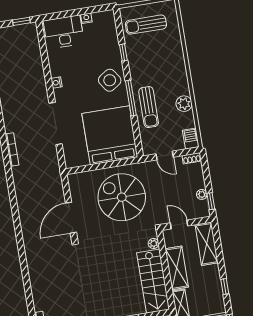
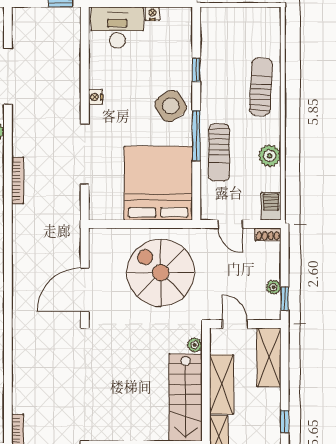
sun lounger: (146, 25) -> (261, 87), moved, turned 93

